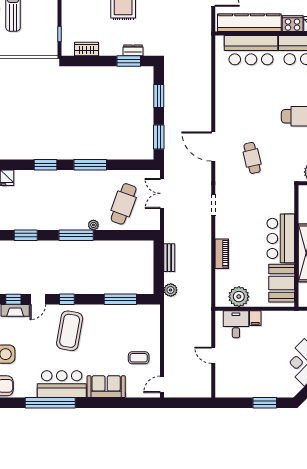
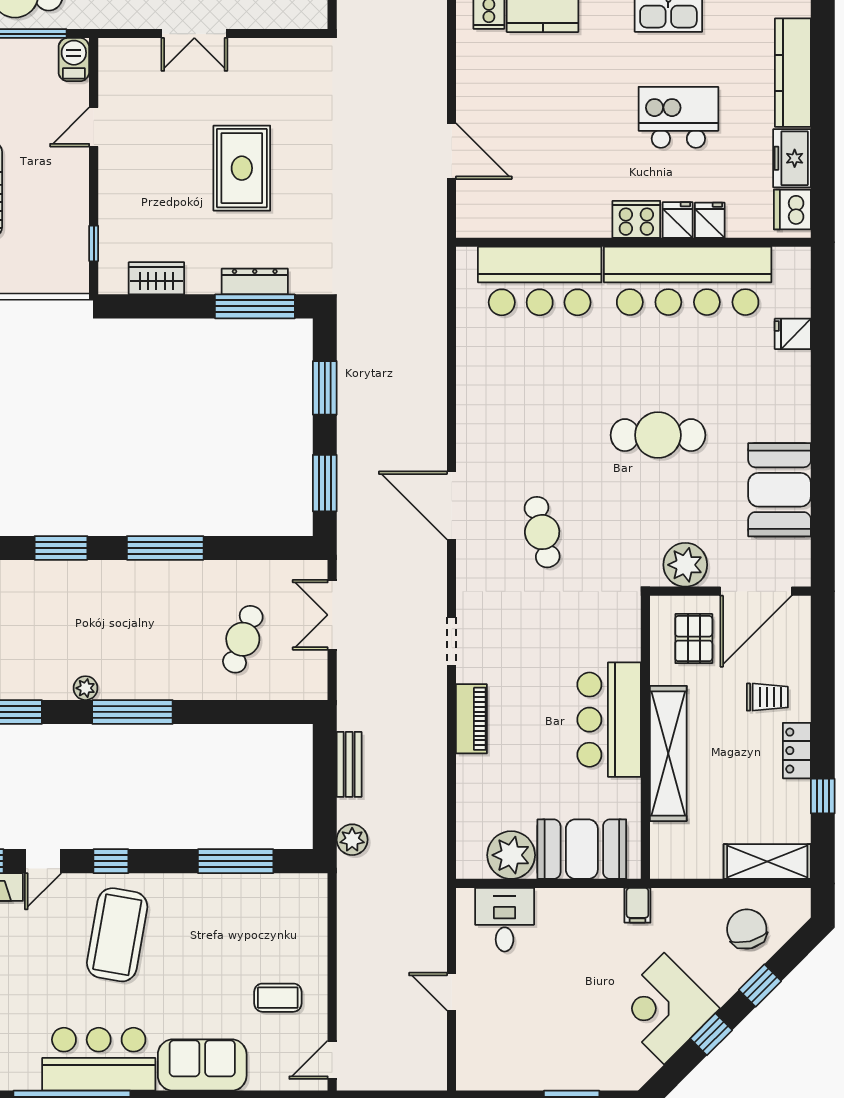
kitchen counter: (249, 23) -> (536, 217), removed
dresser: (133, 50) -> (255, 282), width x1.44
window: (129, 61) -> (255, 306), width x1.44
cafe table: (124, 204) -> (243, 639), width x0.73, depth x0.74
plant: (93, 225) -> (85, 688), moved
piano: (222, 254) -> (471, 719), moved
booth: (282, 283) -> (582, 849), moved, turned 90
filing cabinet: (255, 318) -> (637, 905), moved

